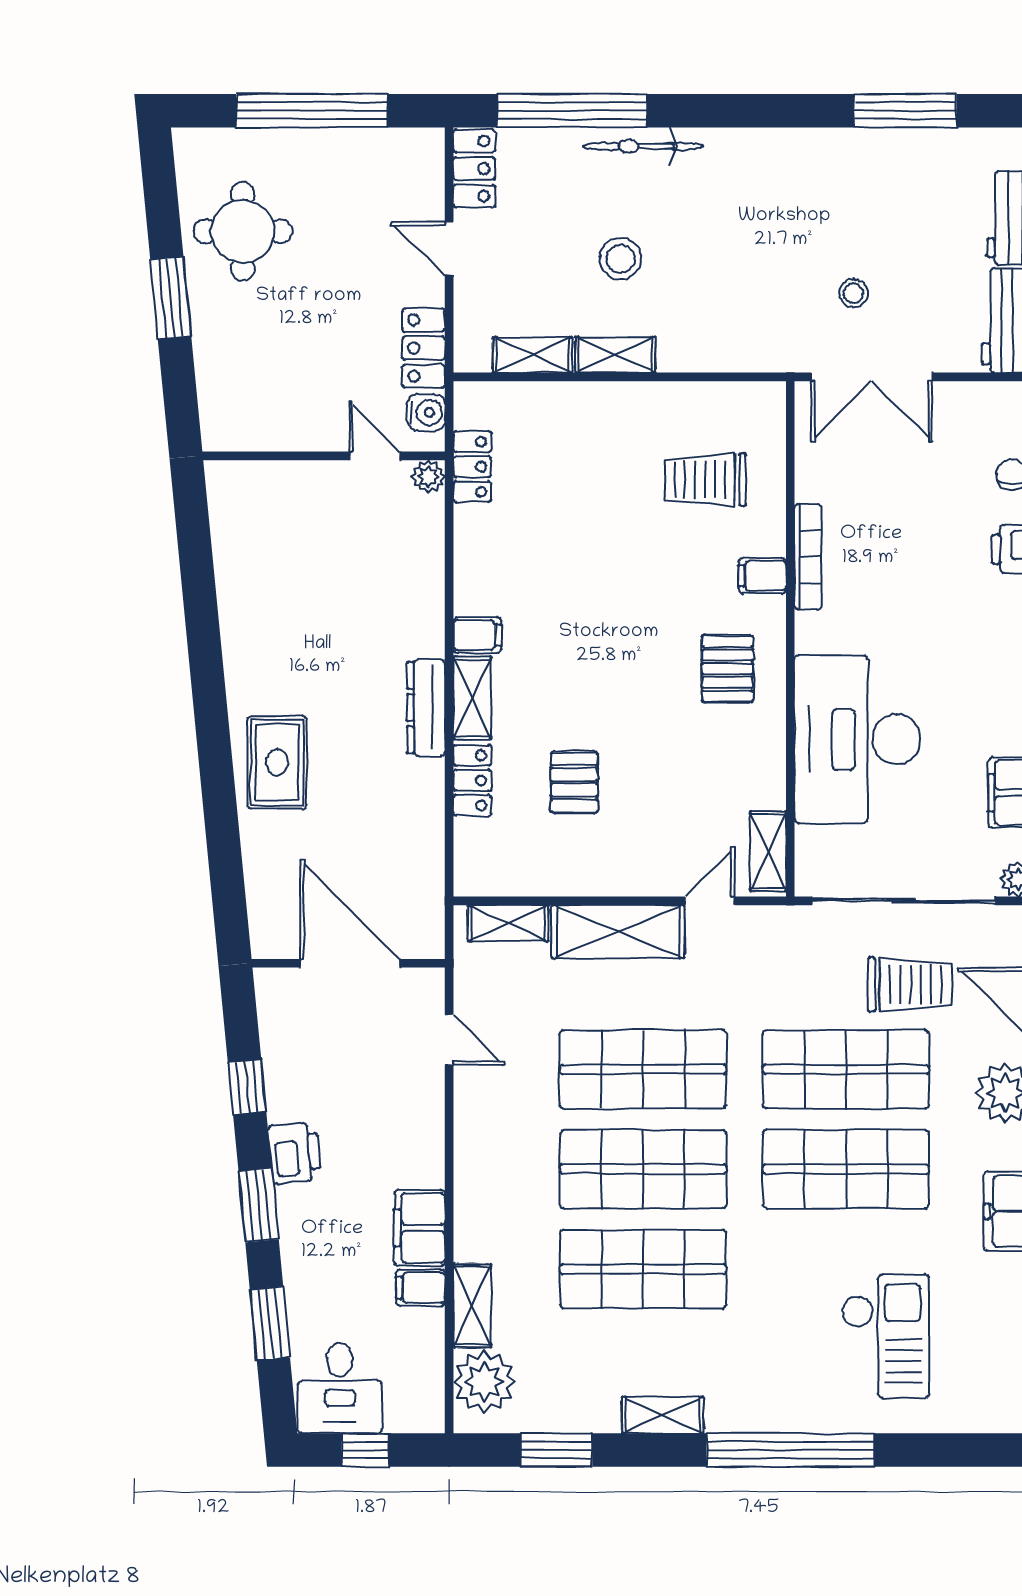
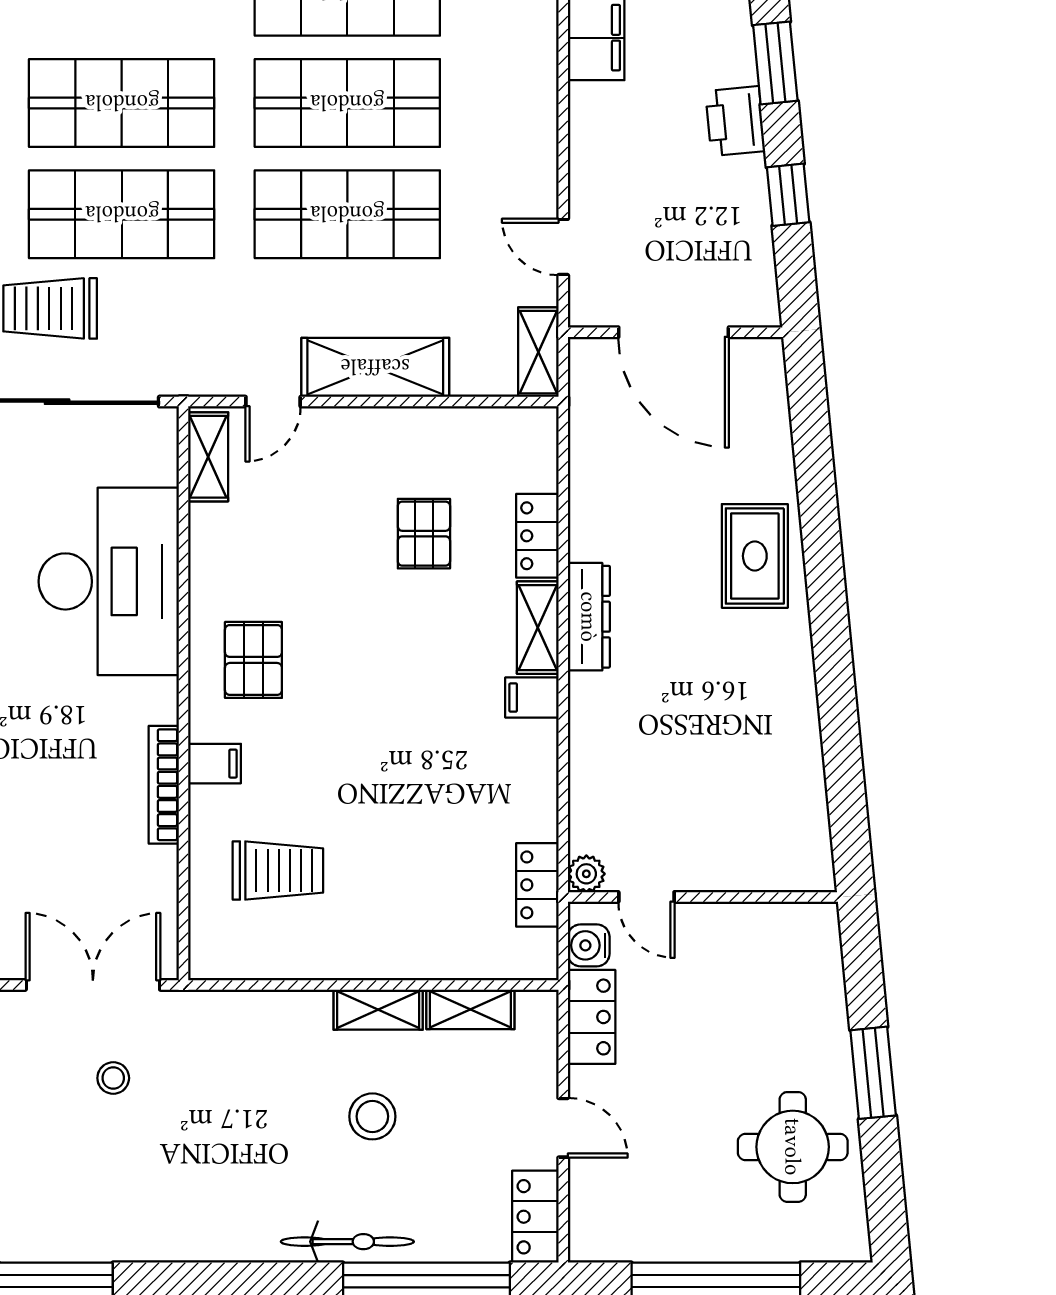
shelving: (508, 923) -> (538, 352), moved, turned 90

